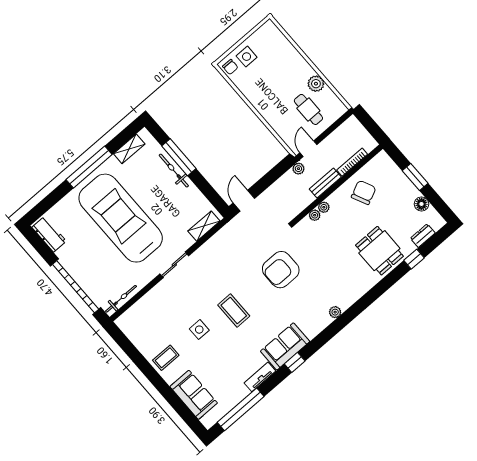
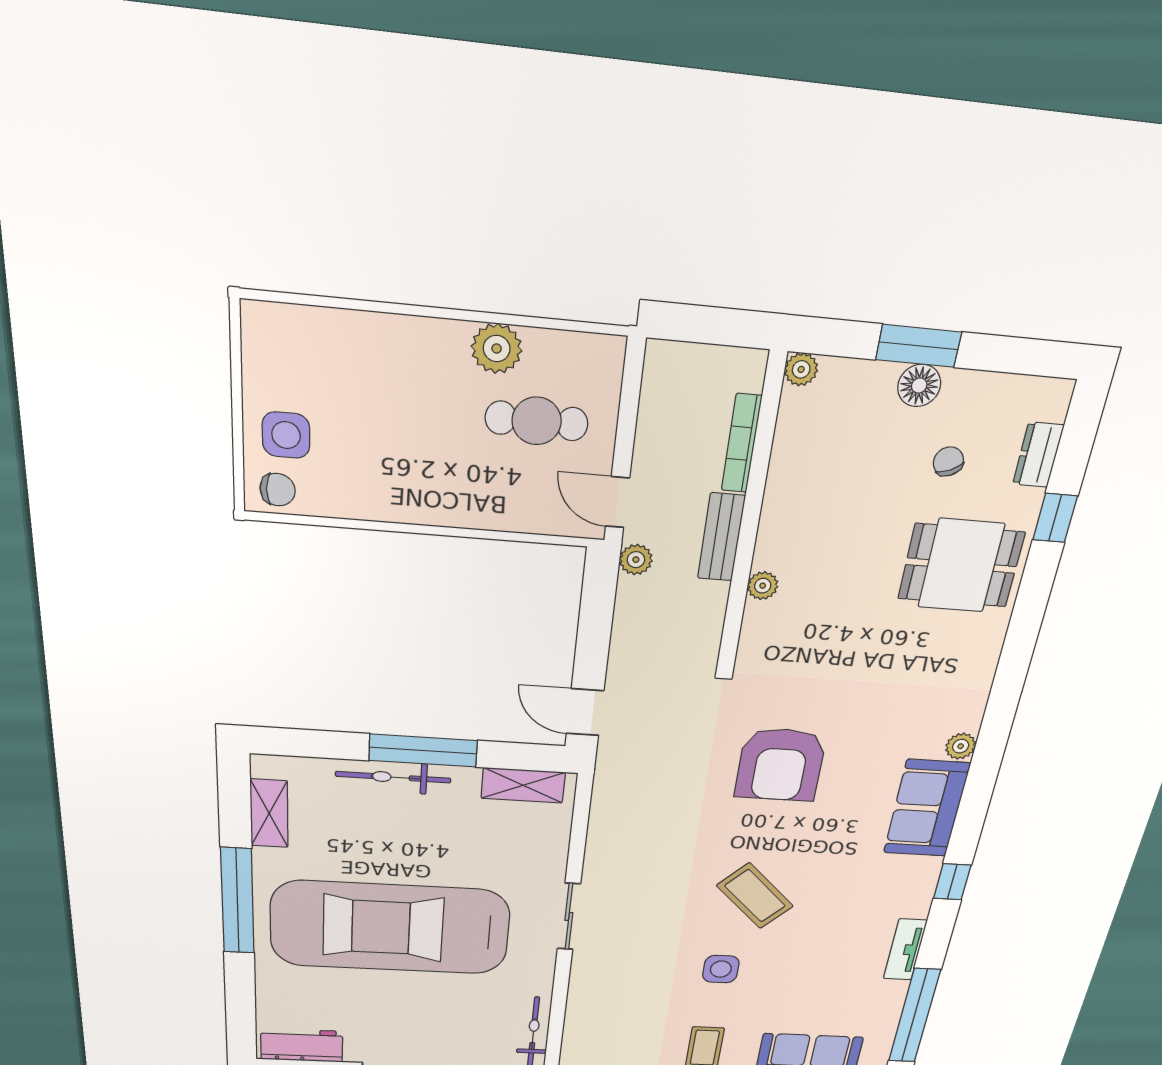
window: (179, 157) -> (423, 750), moved
chair: (364, 192) -> (948, 461), moved, width x0.54, depth x0.54
floor lamp: (421, 204) -> (919, 385), moved
plant: (315, 215) -> (801, 369), moved
shelving: (204, 226) -> (523, 785), moved, turned 90
coffee table: (234, 311) -> (755, 896), turned 44
sofa: (285, 346) -> (927, 808), moved

